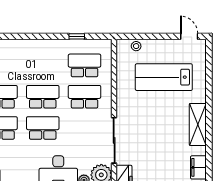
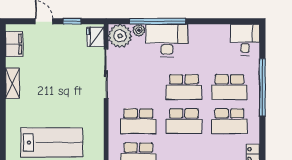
shelving: (198, 124) -> (13, 83), width x0.67, depth x0.75

